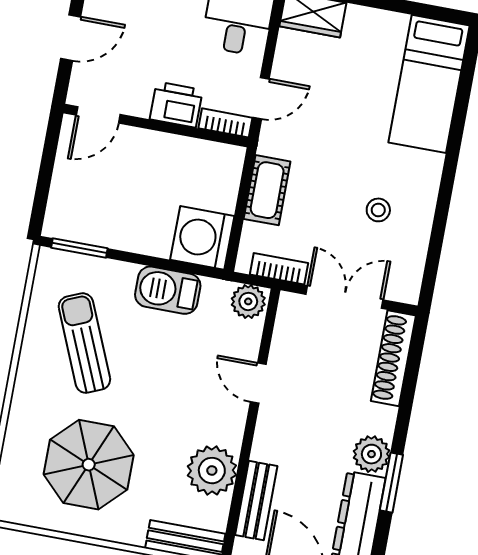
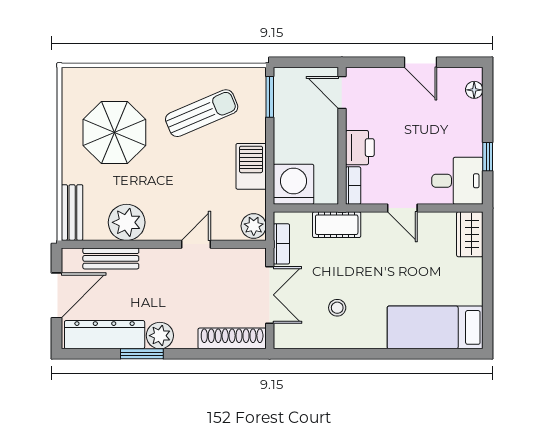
printer: (176, 105) -> (360, 148), moved
door: (98, 115) -> (342, 92), moved
bookcase: (225, 123) -> (353, 186), moved
wall: (156, 126) -> (342, 136), moved

